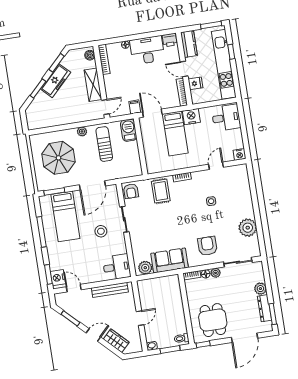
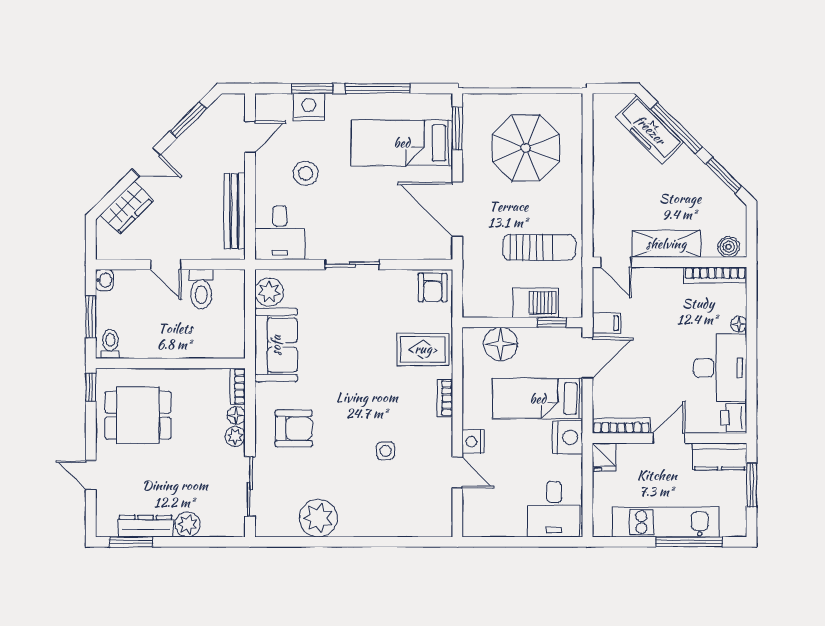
window: (211, 25) -> (752, 485), moved
window: (231, 52) -> (689, 542), width x2.17
kitchen unit: (224, 64) -> (666, 522), width x0.73
freezer: (56, 81) -> (650, 130), moved
fridge: (195, 83) -> (604, 457), moved
window: (38, 88) -> (677, 128), width x1.44
barbecue: (129, 130) -> (536, 303), moved
plant: (82, 131) -> (573, 205), removed
window: (138, 133) -> (552, 322), added
nightstand: (239, 154) -> (473, 442), moved
floor lamp: (152, 155) -> (501, 344), added
armchair: (131, 191) -> (433, 287), turned -90
sliding door: (124, 219) -> (352, 265), moved
stool: (101, 231) -> (306, 173), moved
window: (48, 274) -> (312, 88), moved
nightstand: (58, 278) -> (309, 107), moved
toilet: (149, 300) -> (201, 289), added
door: (93, 335) -> (146, 162), hinge flipped
door: (244, 338) -> (91, 475), width x0.53

